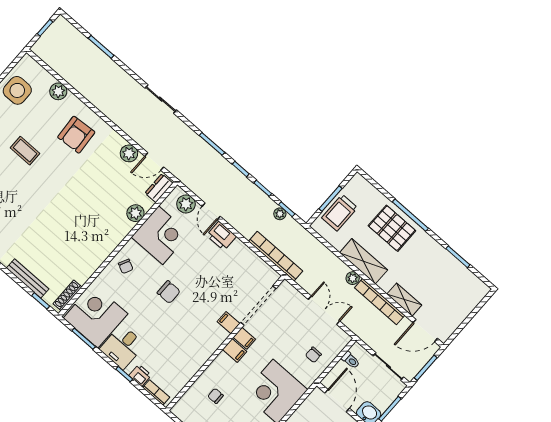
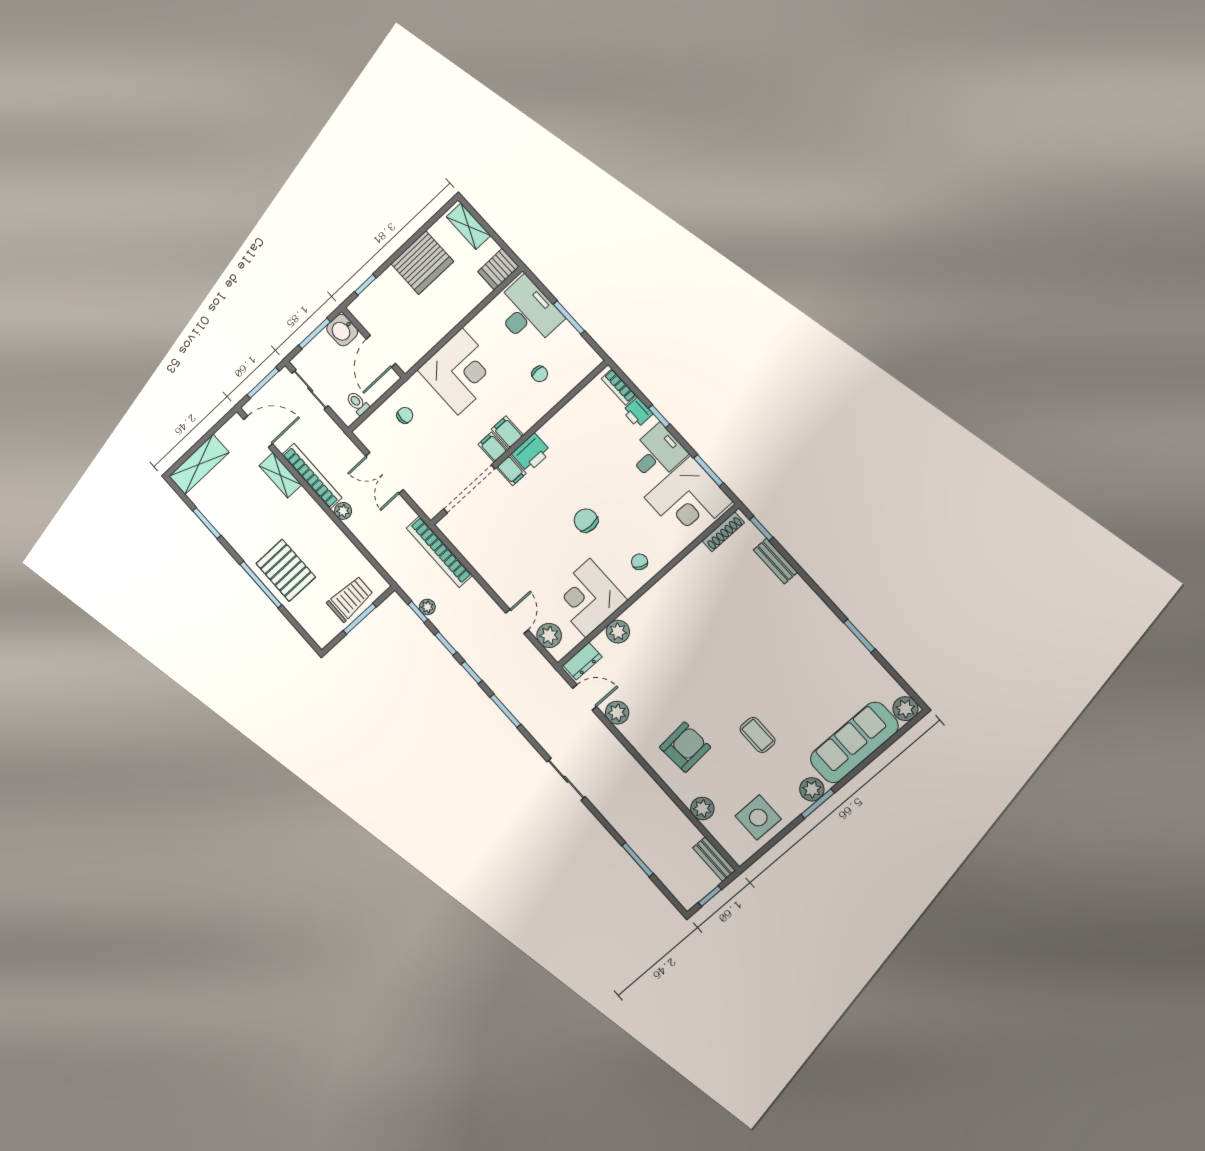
bench: (45, 55) -> (714, 859), added
printer: (221, 236) -> (531, 453), moved, turned 90
shelving: (364, 261) -> (199, 464), moved, turned 90
bench: (28, 278) -> (775, 561), width x0.73

